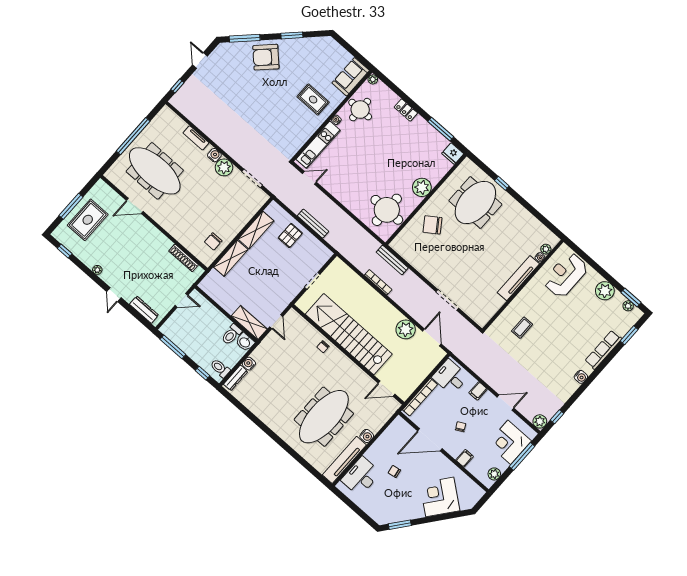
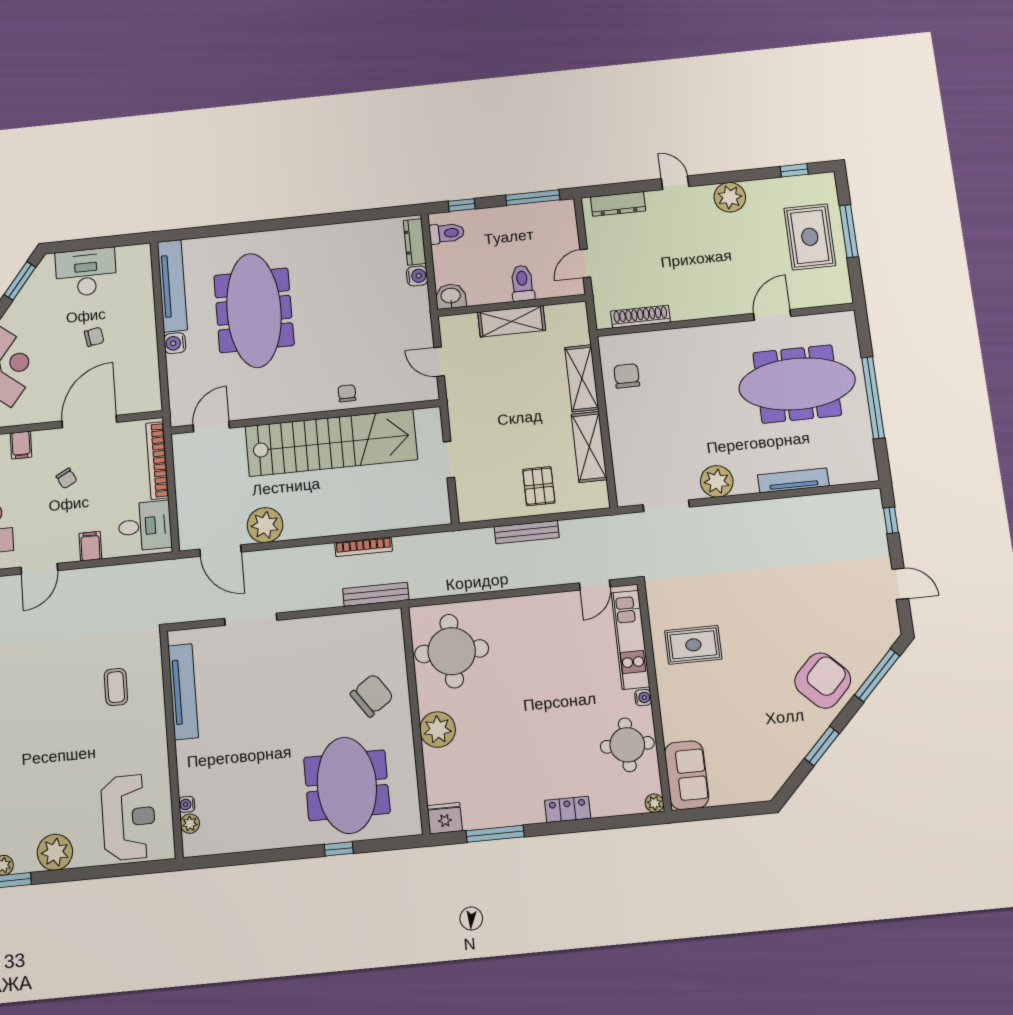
rug: (313, 100) -> (693, 645), moved
tv unit: (196, 138) -> (793, 480), width x1.41
water cooler: (214, 155) -> (746, 484), removed
plant: (97, 270) -> (730, 197), width x1.87, depth x1.87
tv unit: (518, 278) -> (183, 692), moved
shelving: (249, 322) -> (512, 321), moved
toilet: (231, 334) -> (522, 283), moved
desk: (361, 476) -> (86, 272), moved, turned -90

